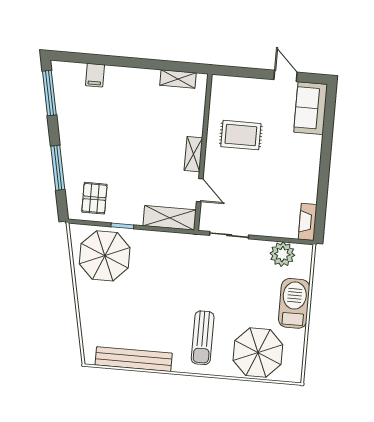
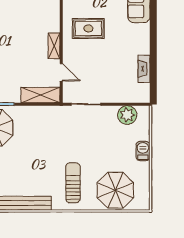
fireplace: (308, 222) -> (144, 69), moved
barbecue: (294, 303) -> (143, 151), width x0.53, depth x0.65
sun lounger: (203, 338) -> (73, 183), turned 180

